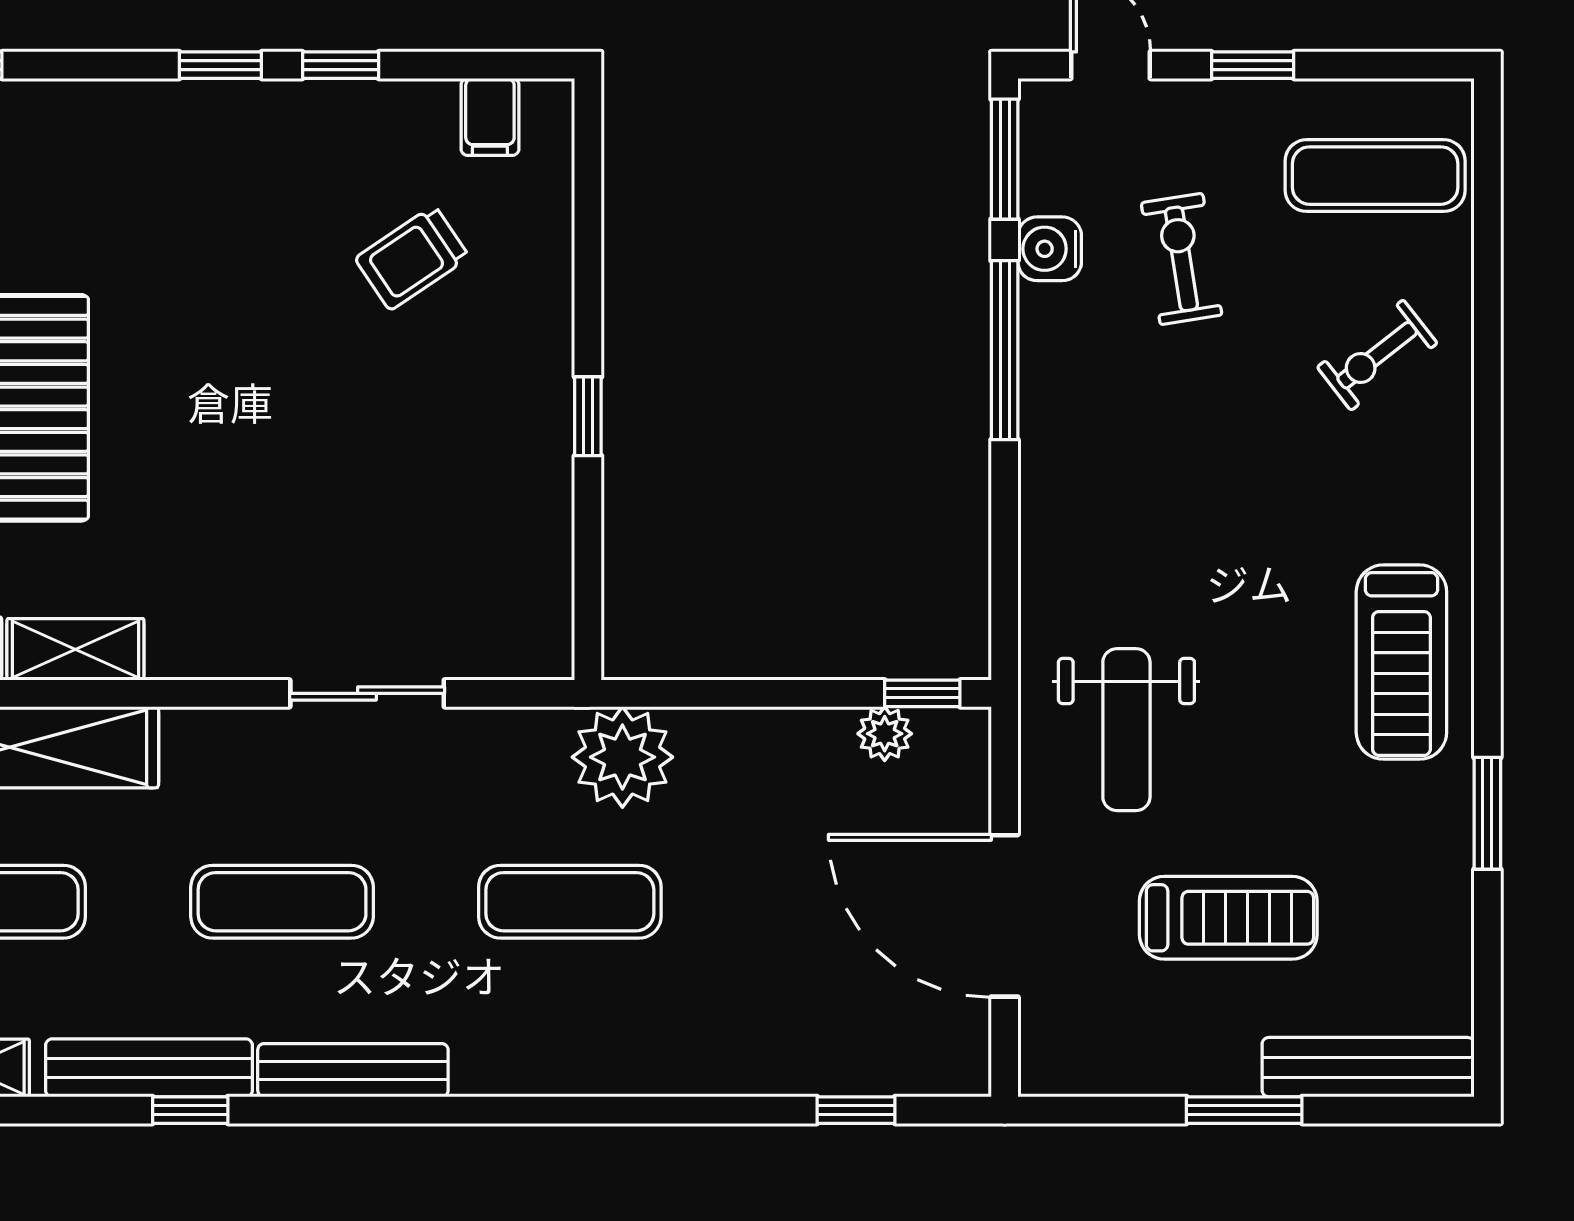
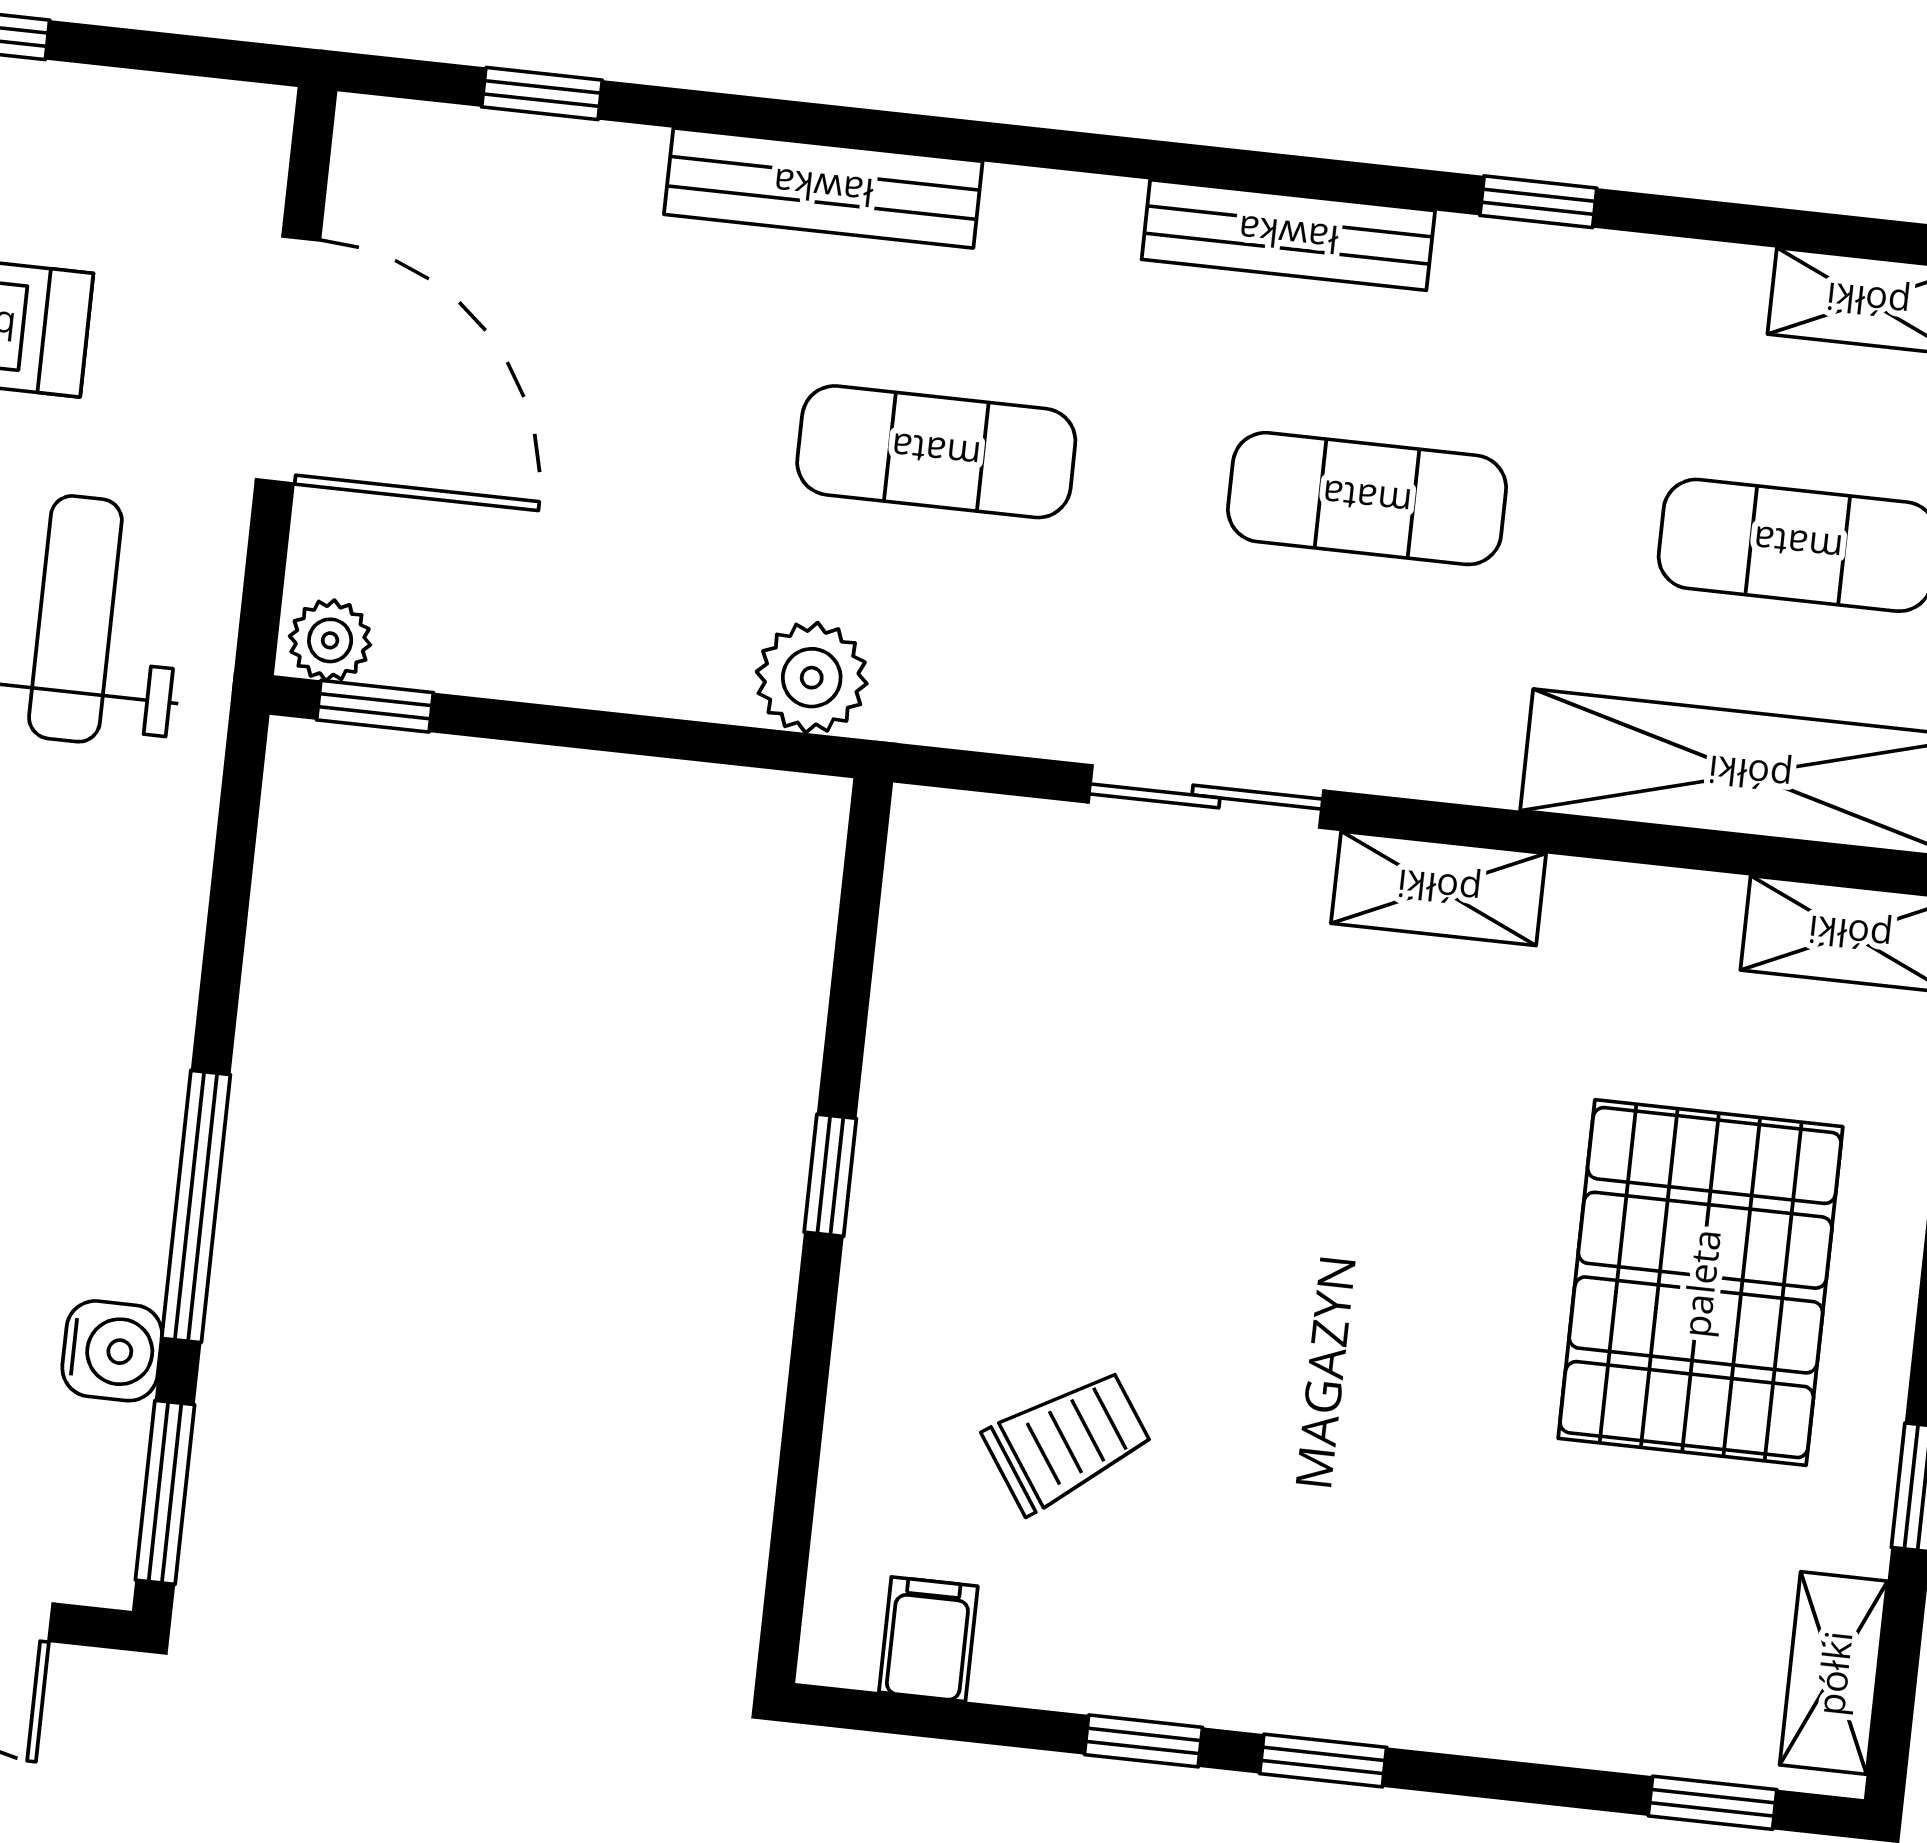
shelving: (75, 649) -> (1439, 888), moved
plant: (885, 734) -> (330, 640), moved
plant: (622, 757) -> (812, 678), width x0.73, depth x0.73
bench: (149, 1068) -> (823, 188), moved

